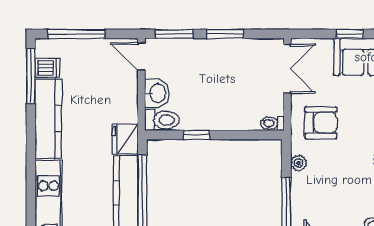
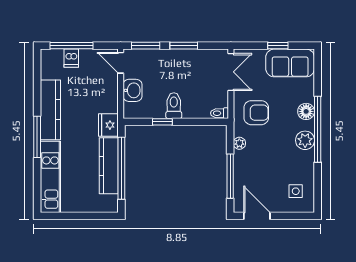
dishwasher: (47, 68) -> (71, 58), moved, turned 90
window: (31, 76) -> (37, 137), moved
toilet: (162, 120) -> (174, 106), moved, turned -90

